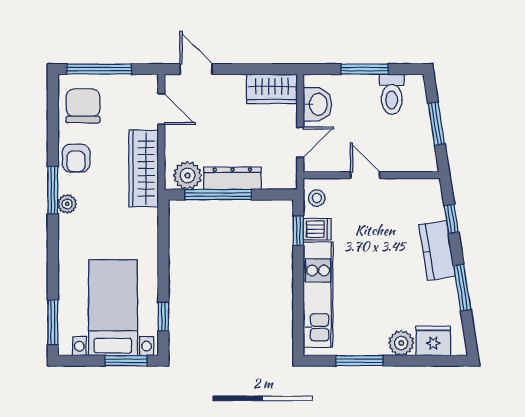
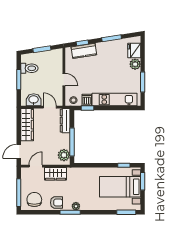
wardrobe: (272, 89) -> (27, 125), width x1.50
chair: (83, 106) -> (34, 200), turned 90
wardrobe: (144, 169) -> (55, 174), width x0.67
door: (365, 175) -> (64, 80), swing flipped
dresser: (232, 178) -> (65, 121), moved
kitchen counter: (437, 250) -> (84, 51), moved

